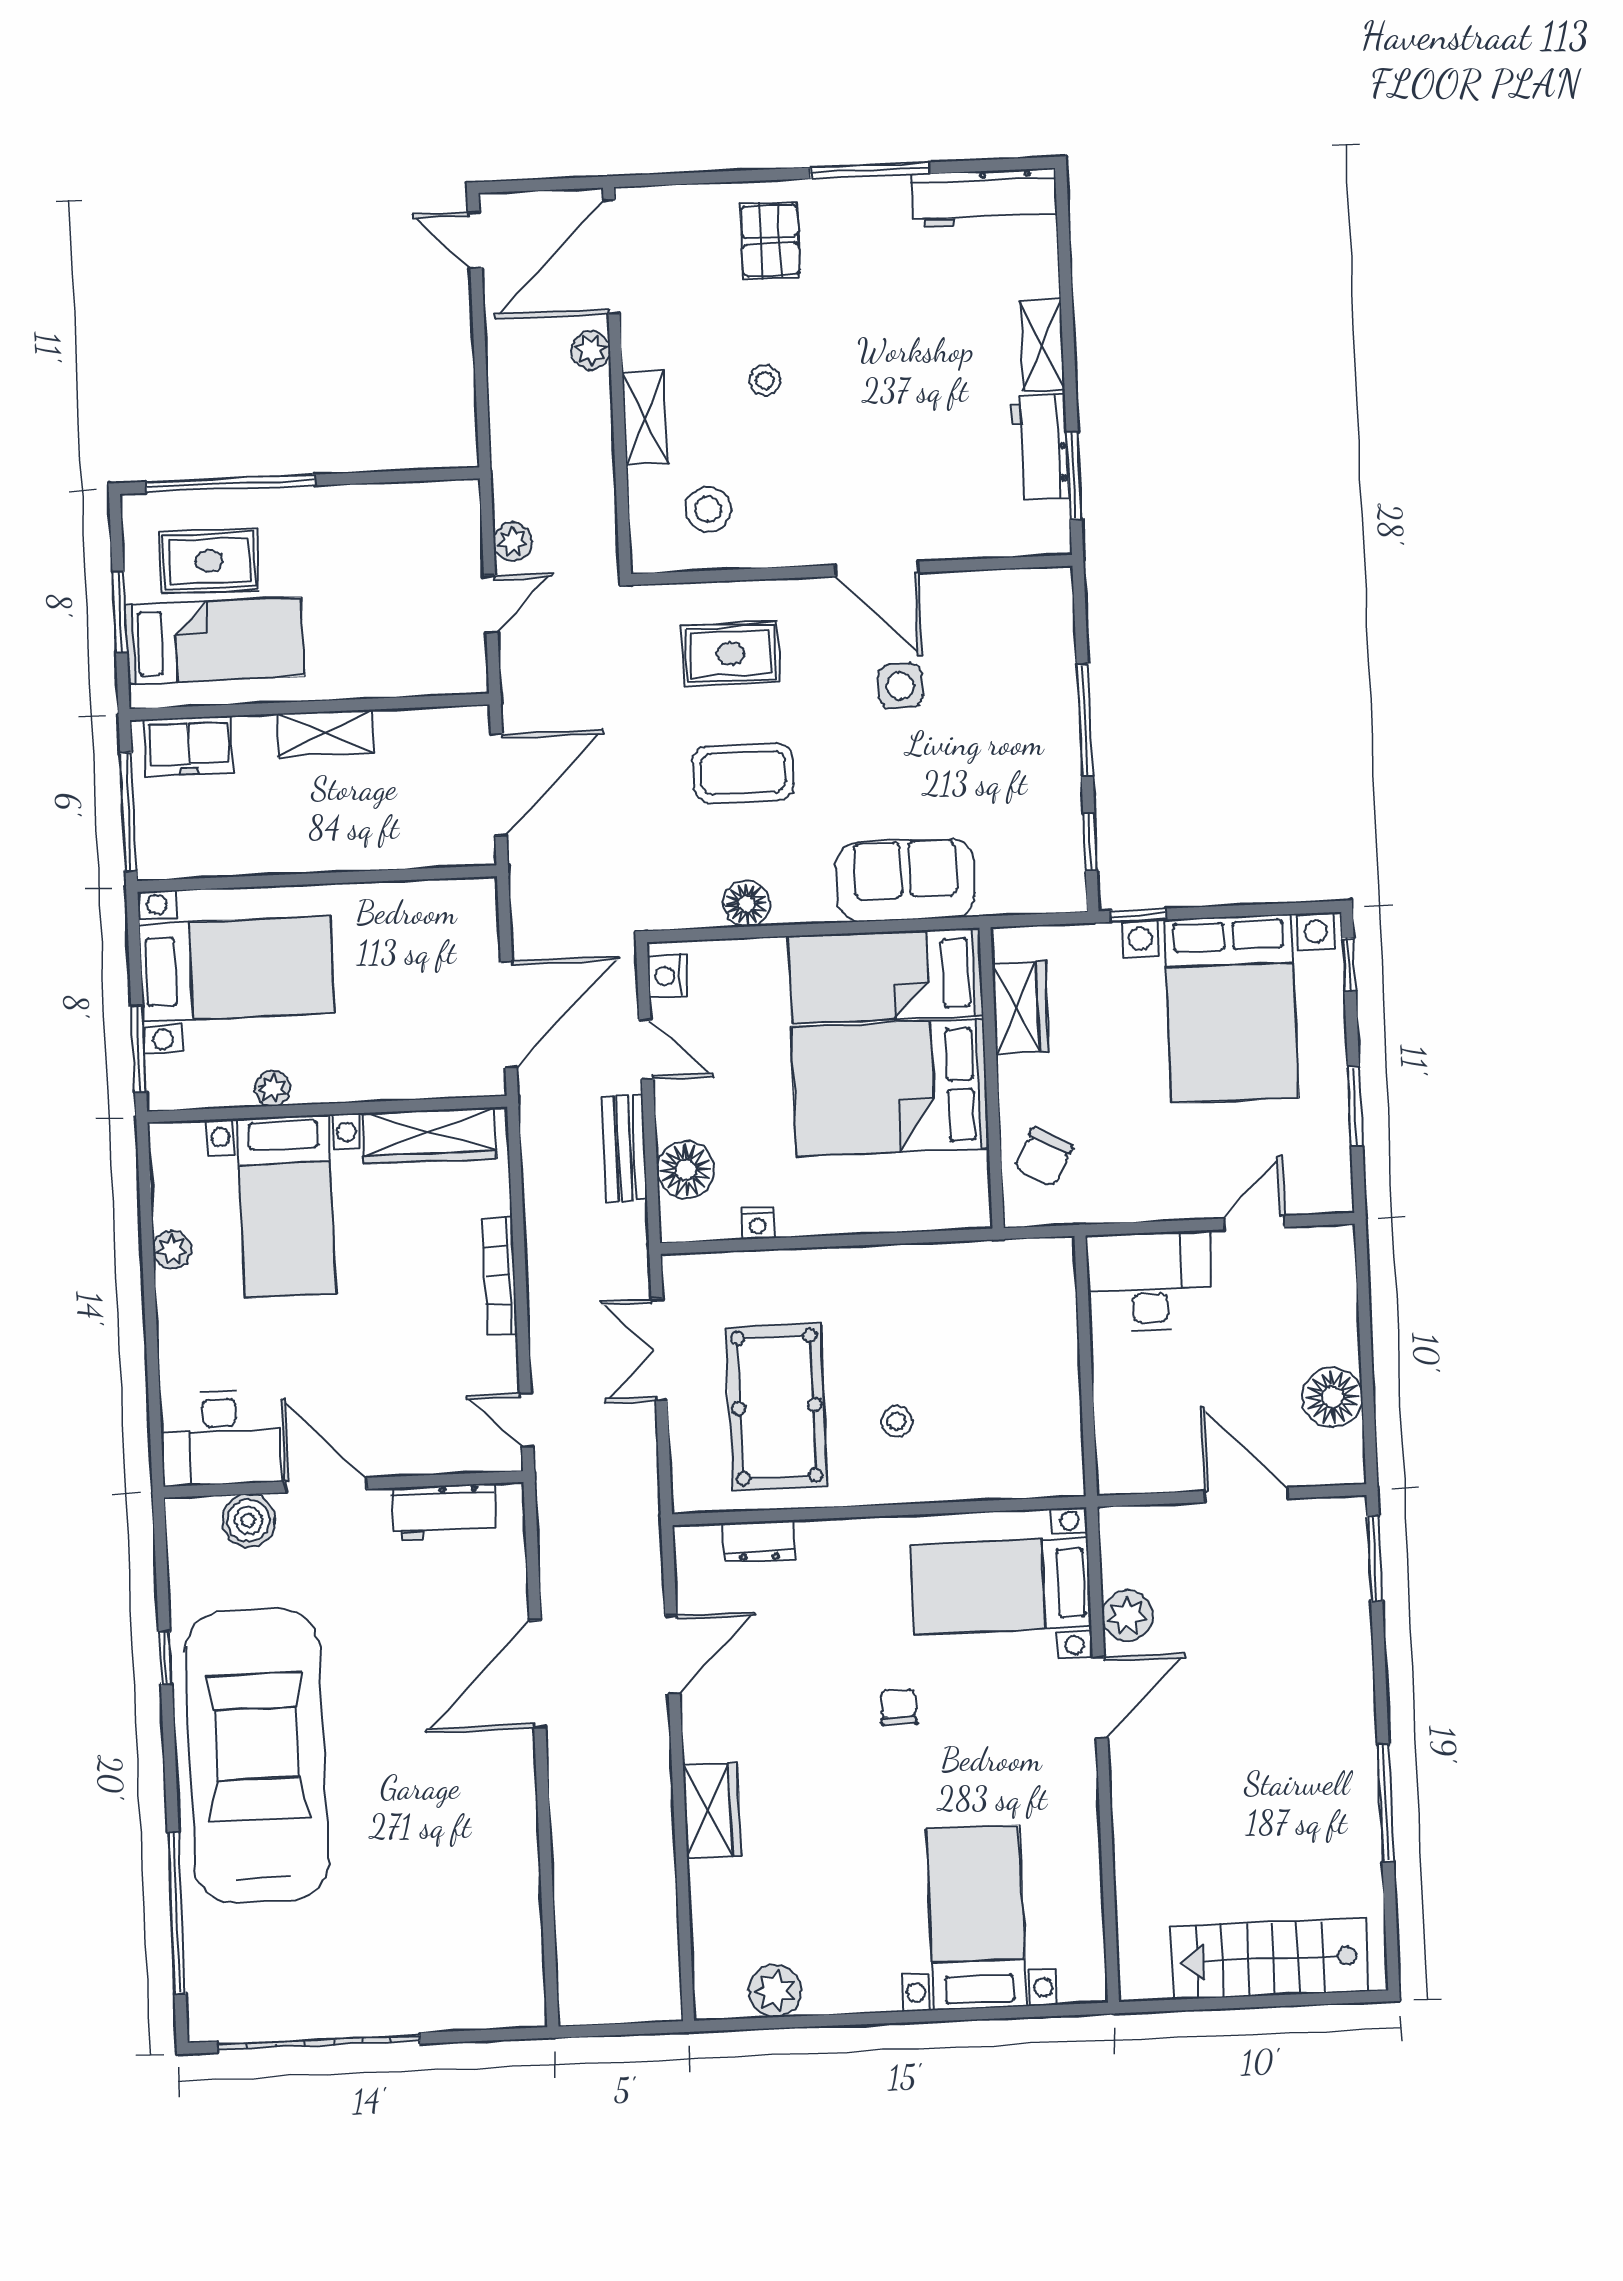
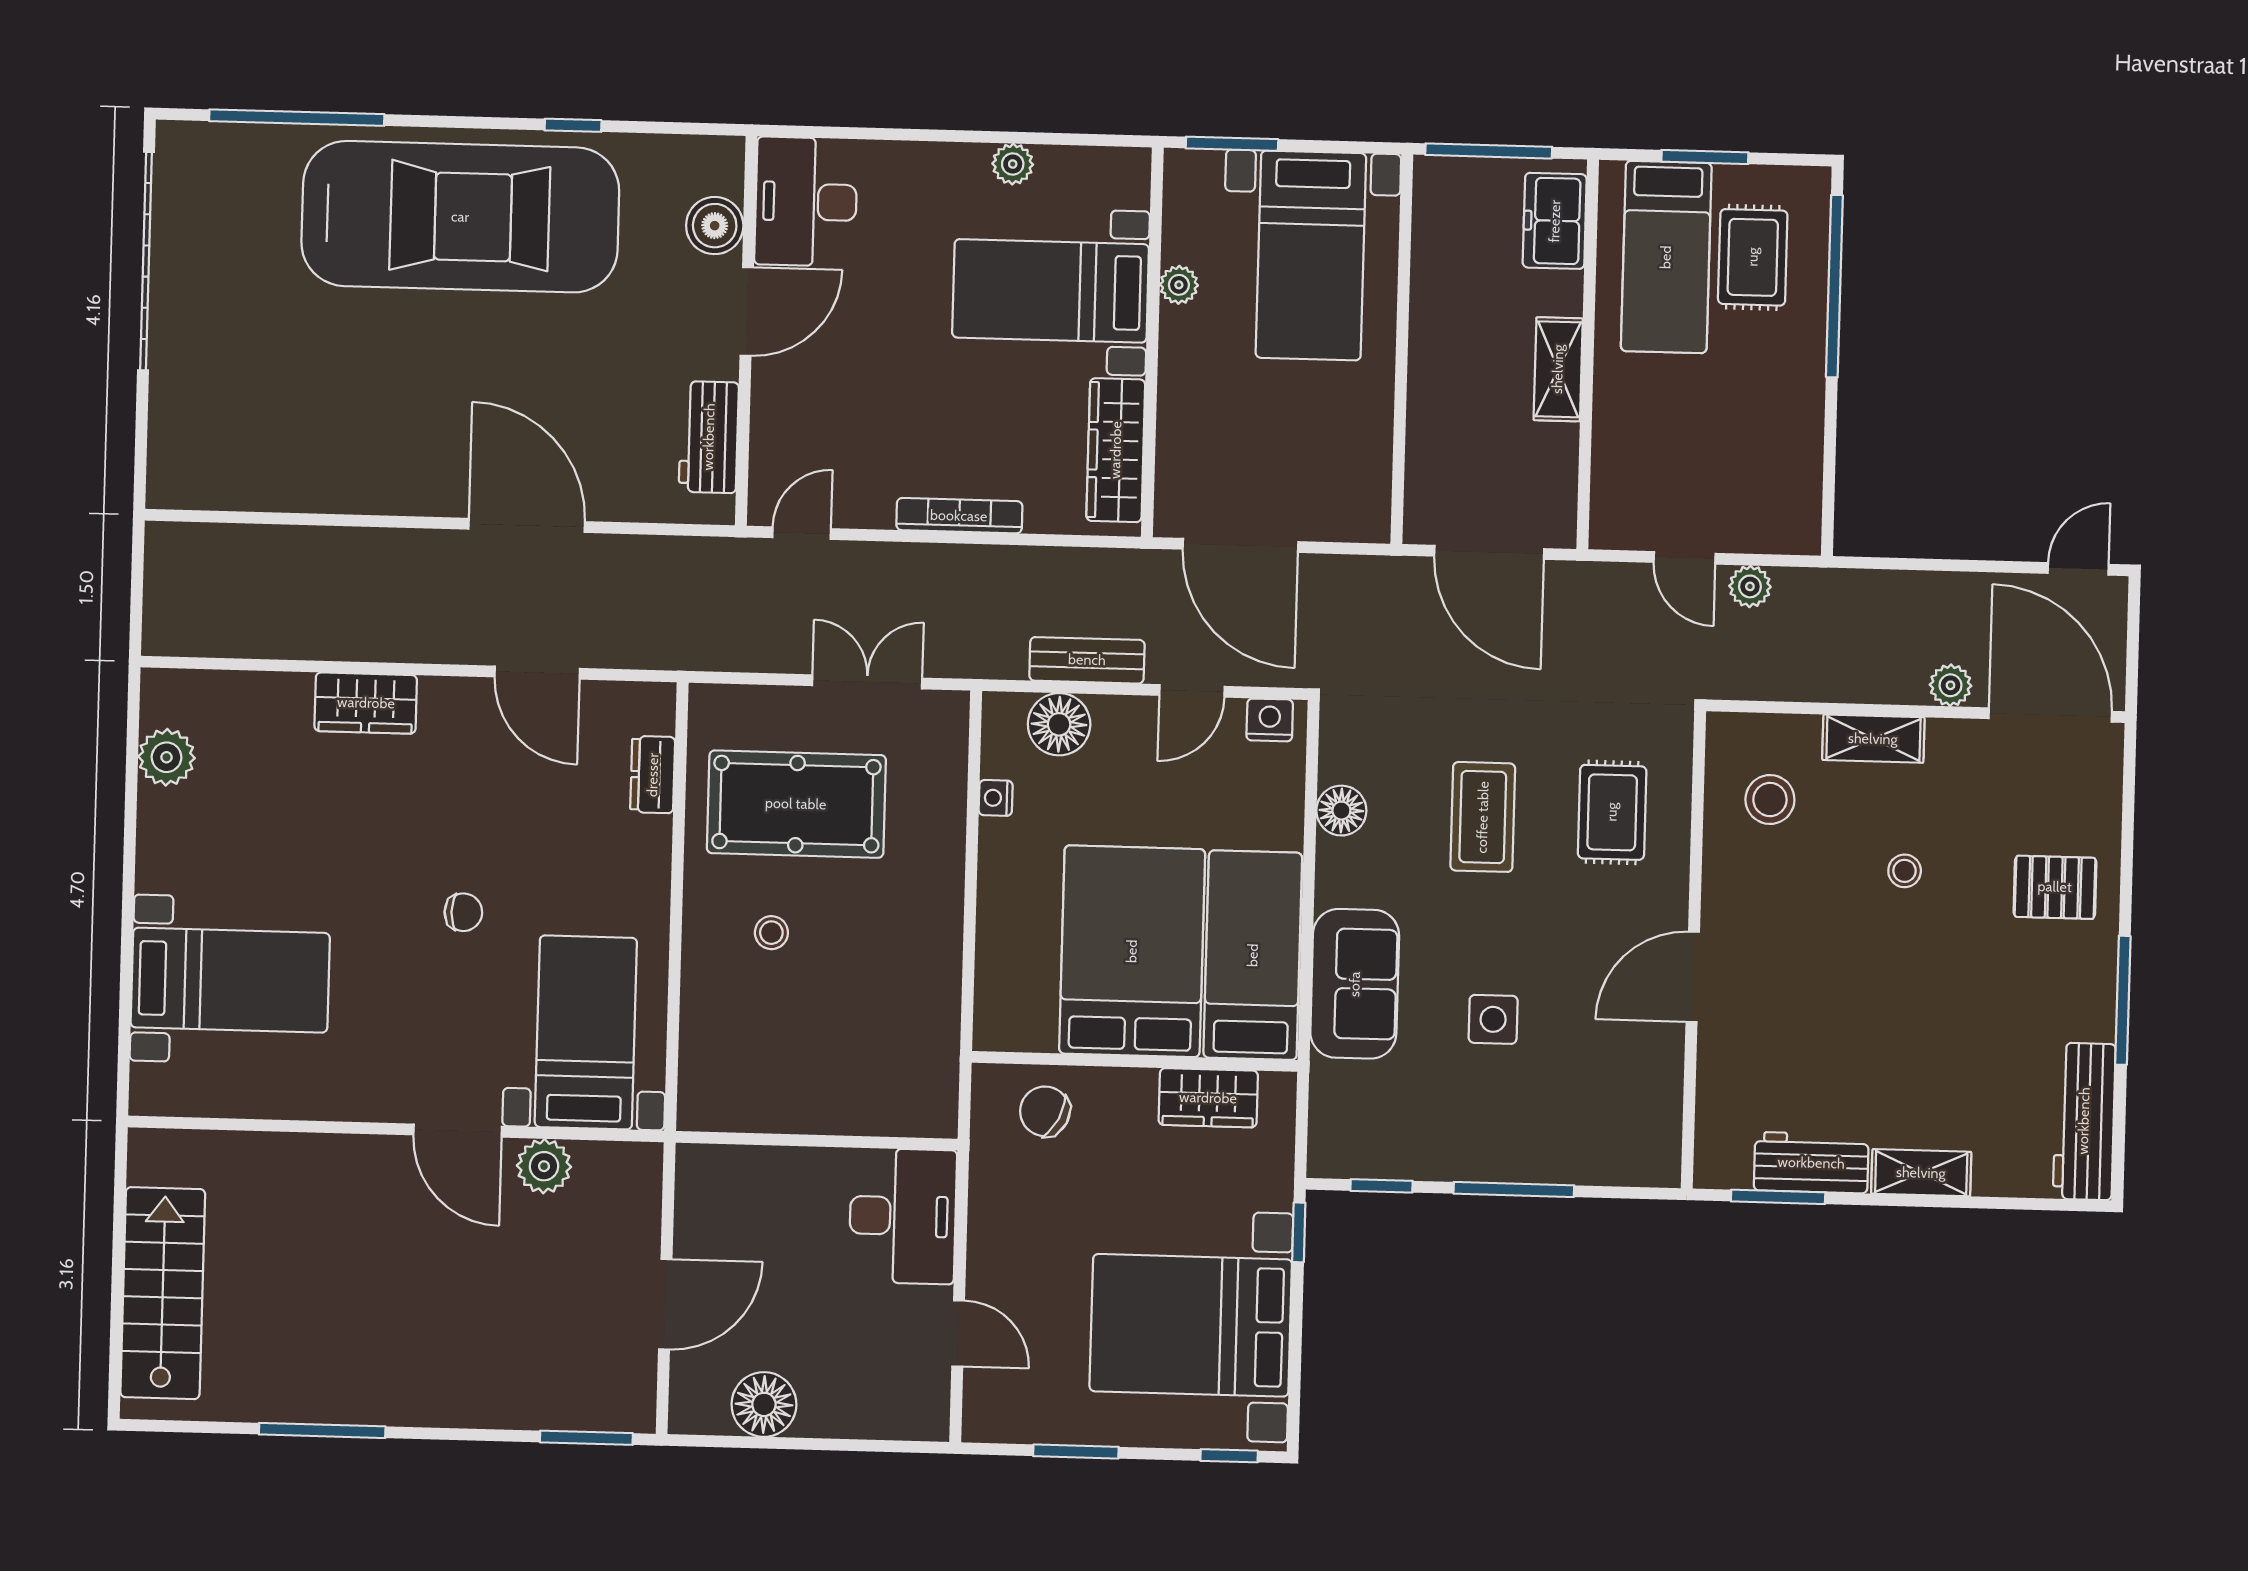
side table: (900, 686) -> (1493, 1019), moved

